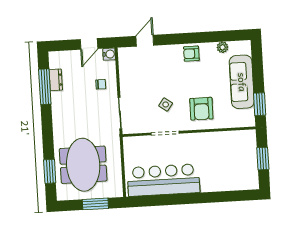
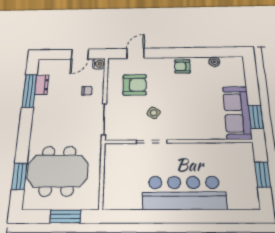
sofa: (242, 82) -> (237, 113), moved
armchair: (201, 109) -> (135, 85), moved, turned -90
meeting table: (83, 165) -> (58, 171), turned 90
bar counter: (163, 180) -> (184, 193), moved

